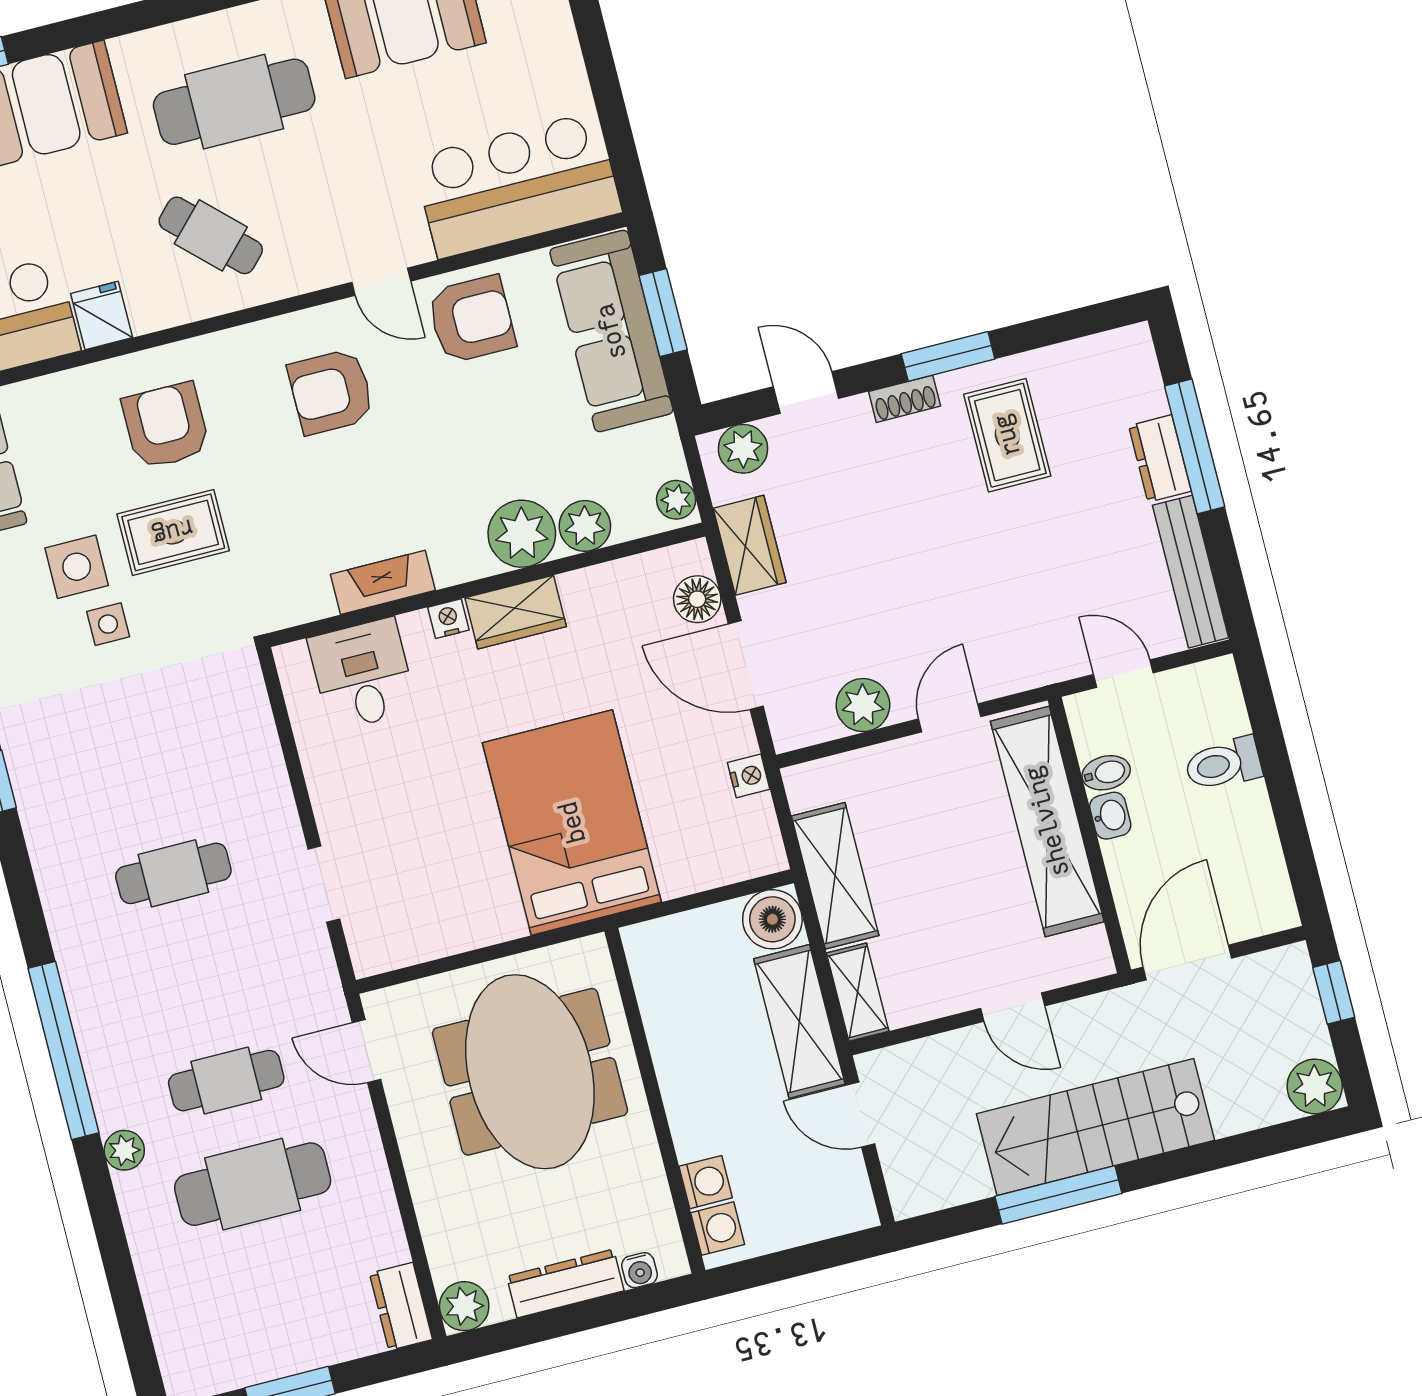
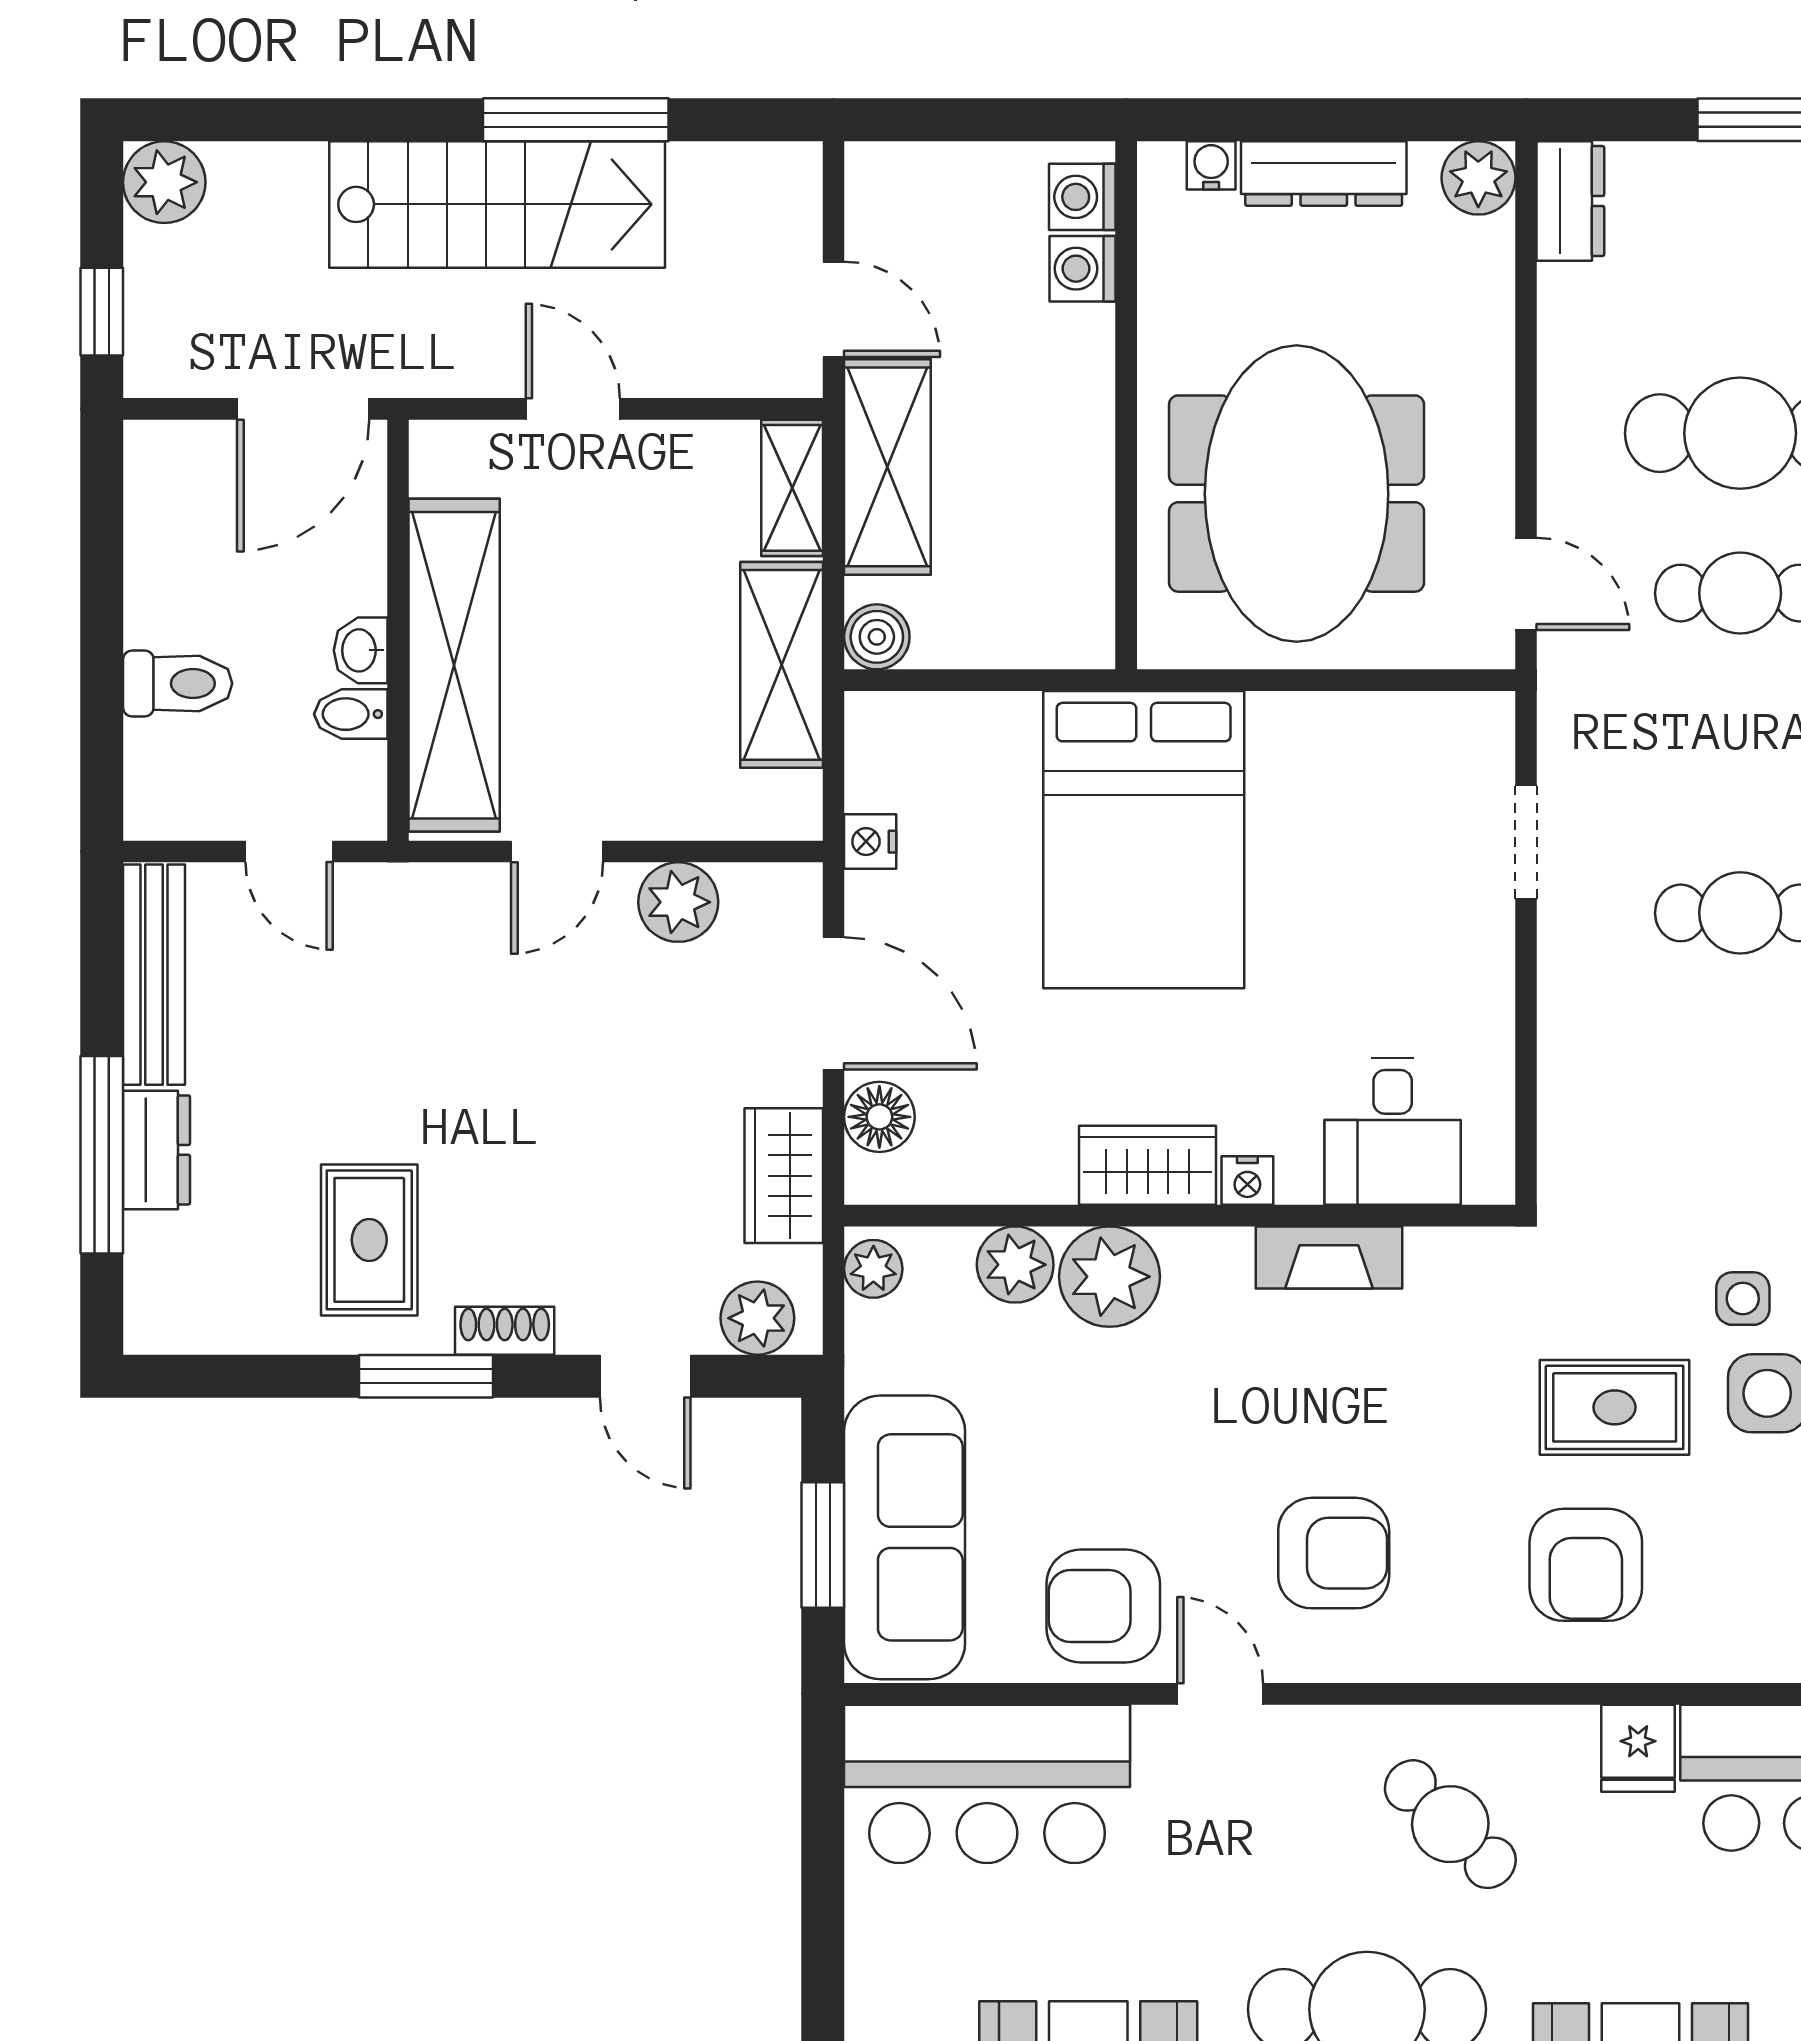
boiler: (772, 919) -> (877, 637), width x0.73, depth x0.73

